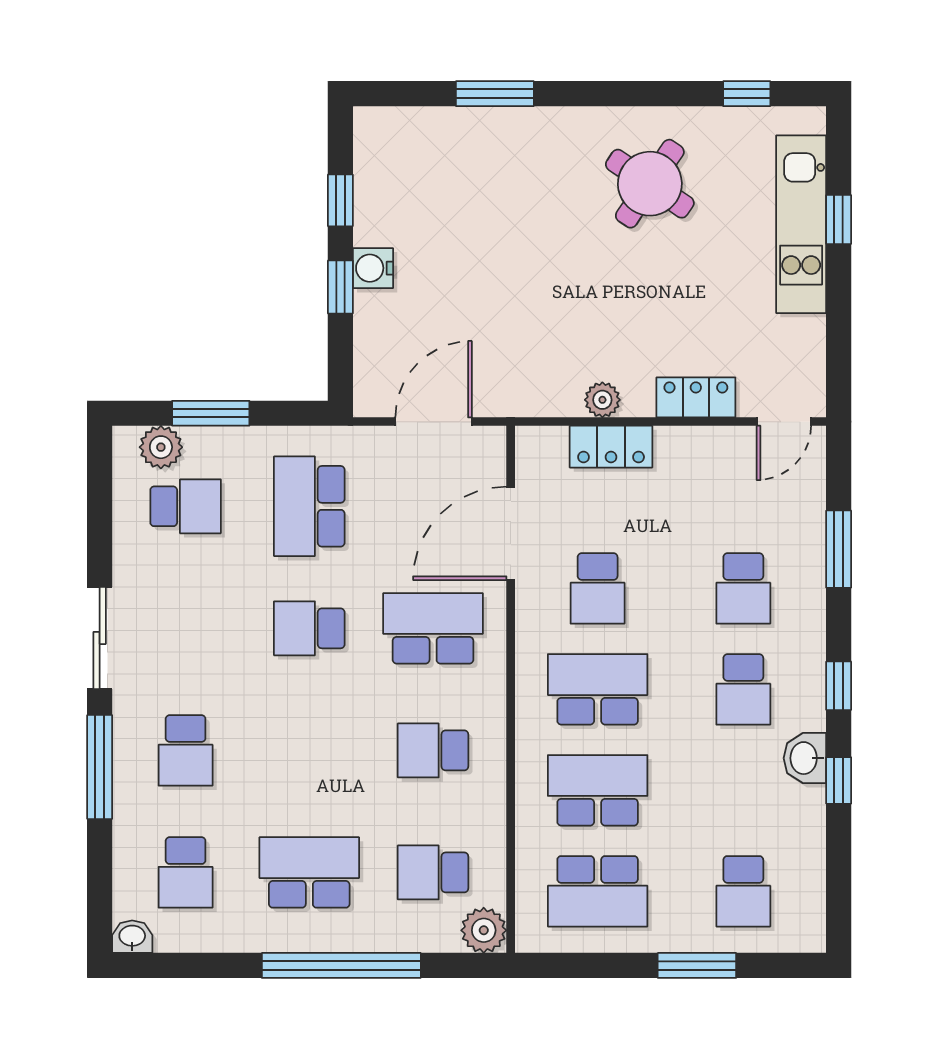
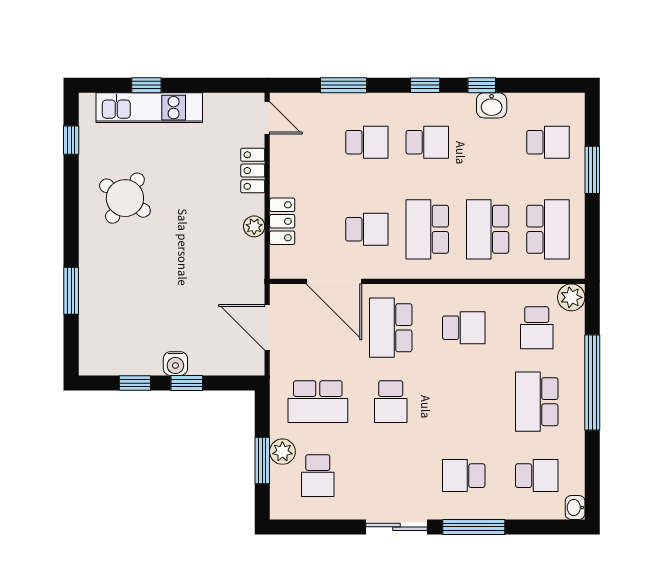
plant: (161, 447) -> (282, 452), moved
school desk: (186, 506) -> (318, 476), turned 180
school desk: (186, 750) -> (464, 476), turned 180
school desk: (433, 750) -> (464, 328), turned -90
washbasin: (805, 758) -> (492, 105), moved

